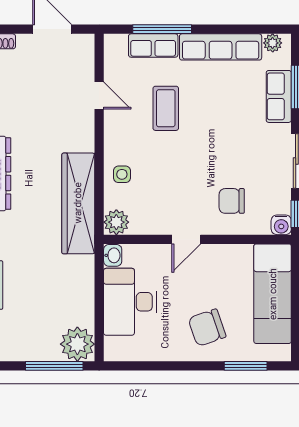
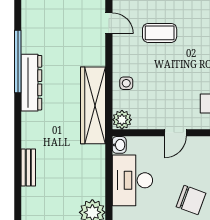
coffee table: (166, 108) -> (160, 33), turned 90
chair: (207, 328) -> (191, 200), turned -141

